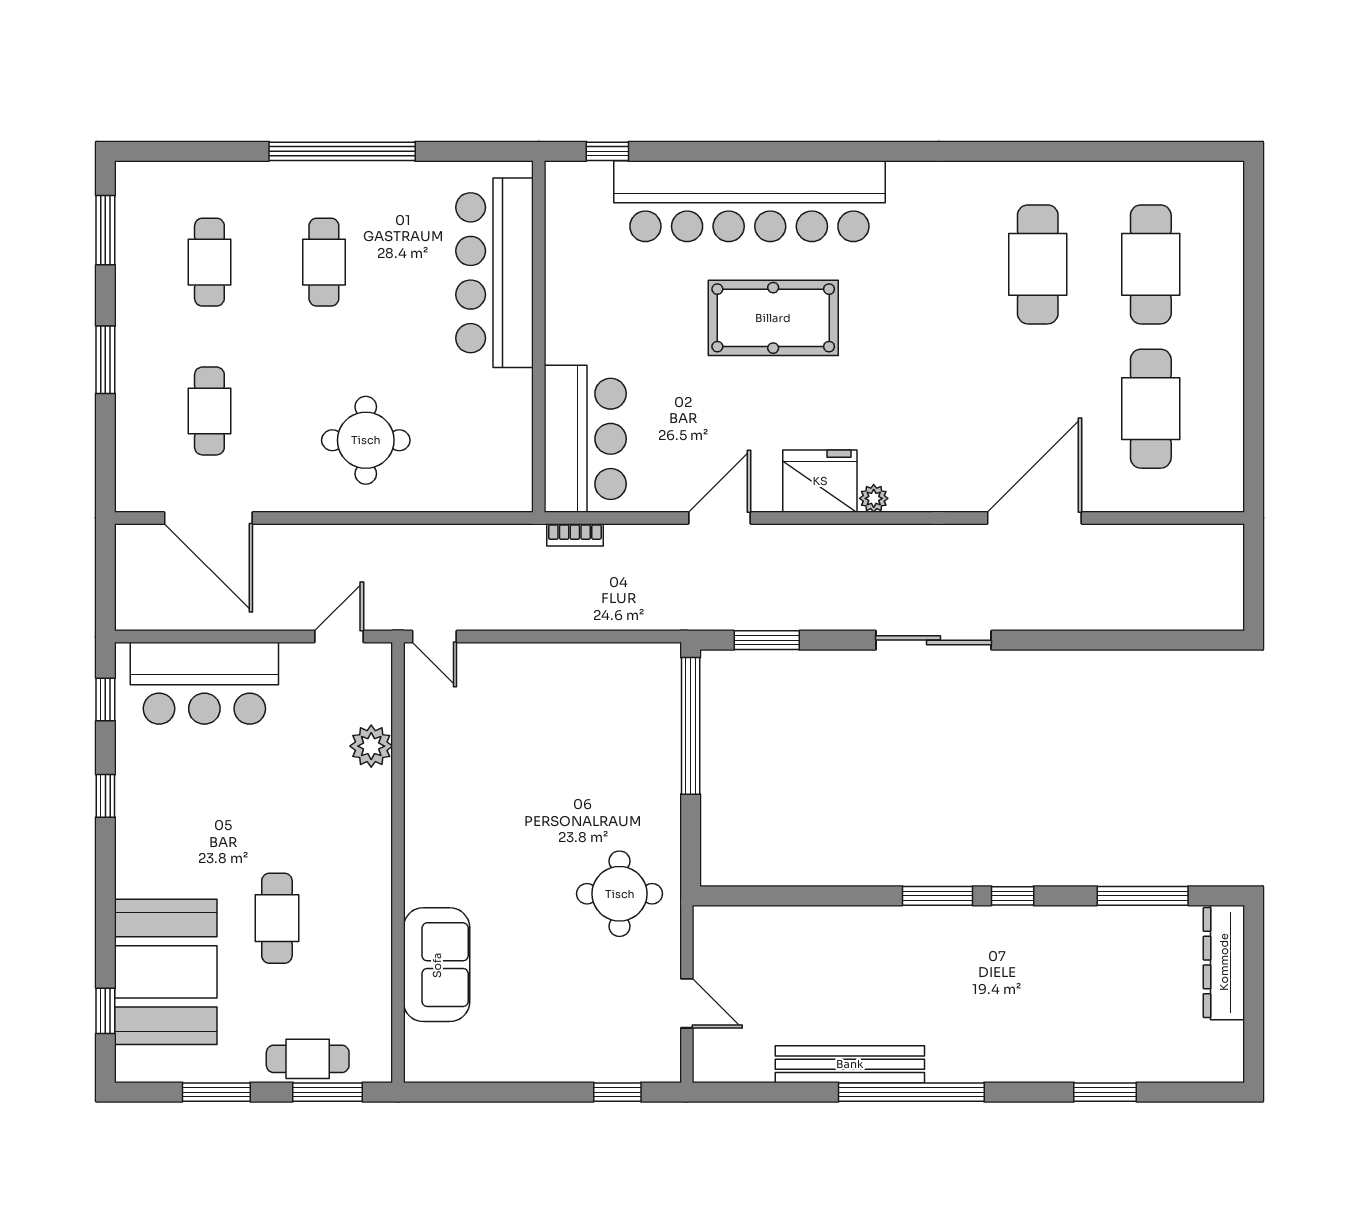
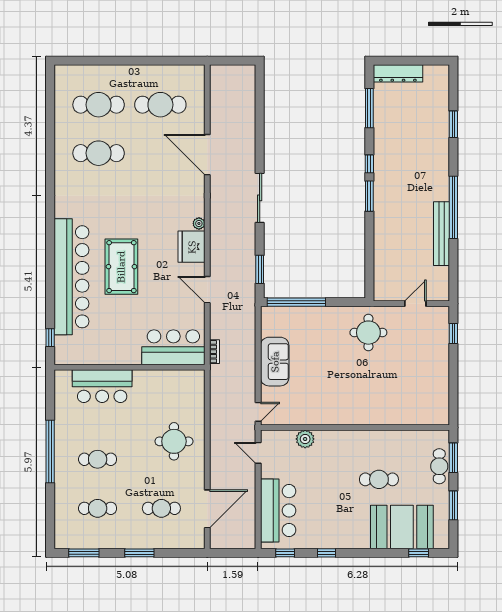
bar counter: (495, 273) -> (102, 386), width x0.73
sofa: (437, 965) -> (275, 362), moved, turned 90

